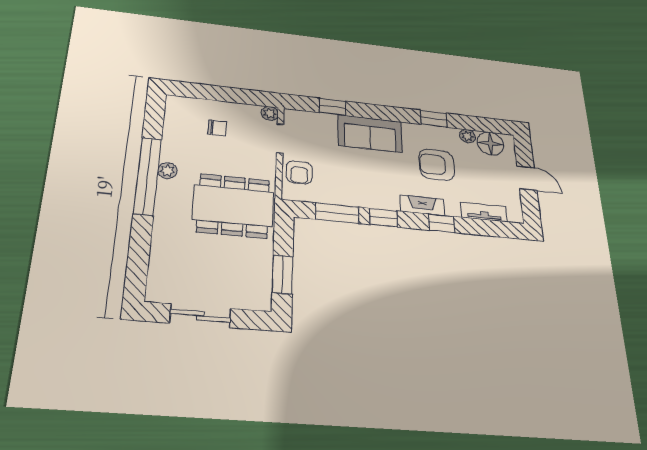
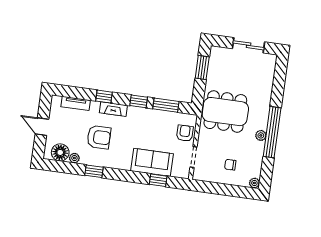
plant: (270, 113) -> (254, 183), moved
sofa: (370, 134) -> (152, 162), moved

